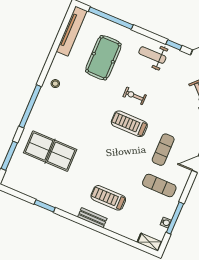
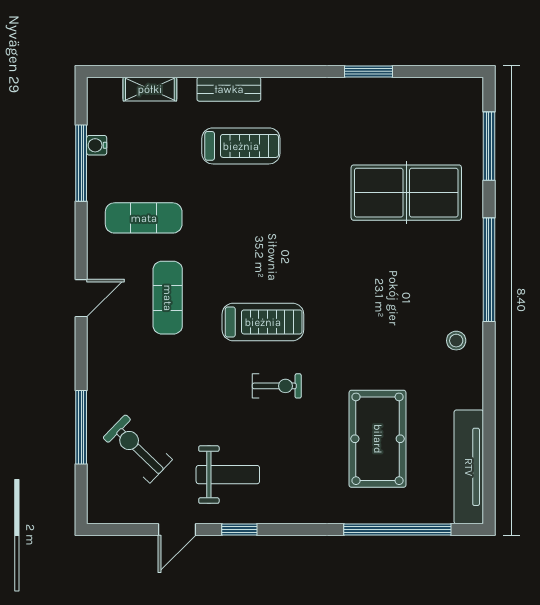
weight bench: (152, 55) -> (228, 475), moved
bench: (92, 218) -> (229, 89), moved
shelving: (149, 242) -> (150, 89), moved

